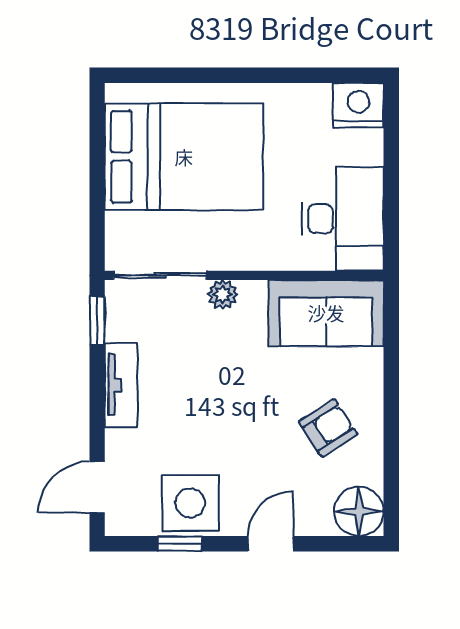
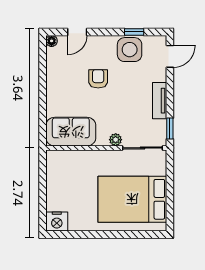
desk: (343, 219) -> (64, 172), removed
armchair: (328, 428) -> (98, 79), moved, turned 123
floor lamp: (359, 511) -> (52, 41), width x0.53, depth x0.53
door: (271, 544) -> (77, 32), moved

